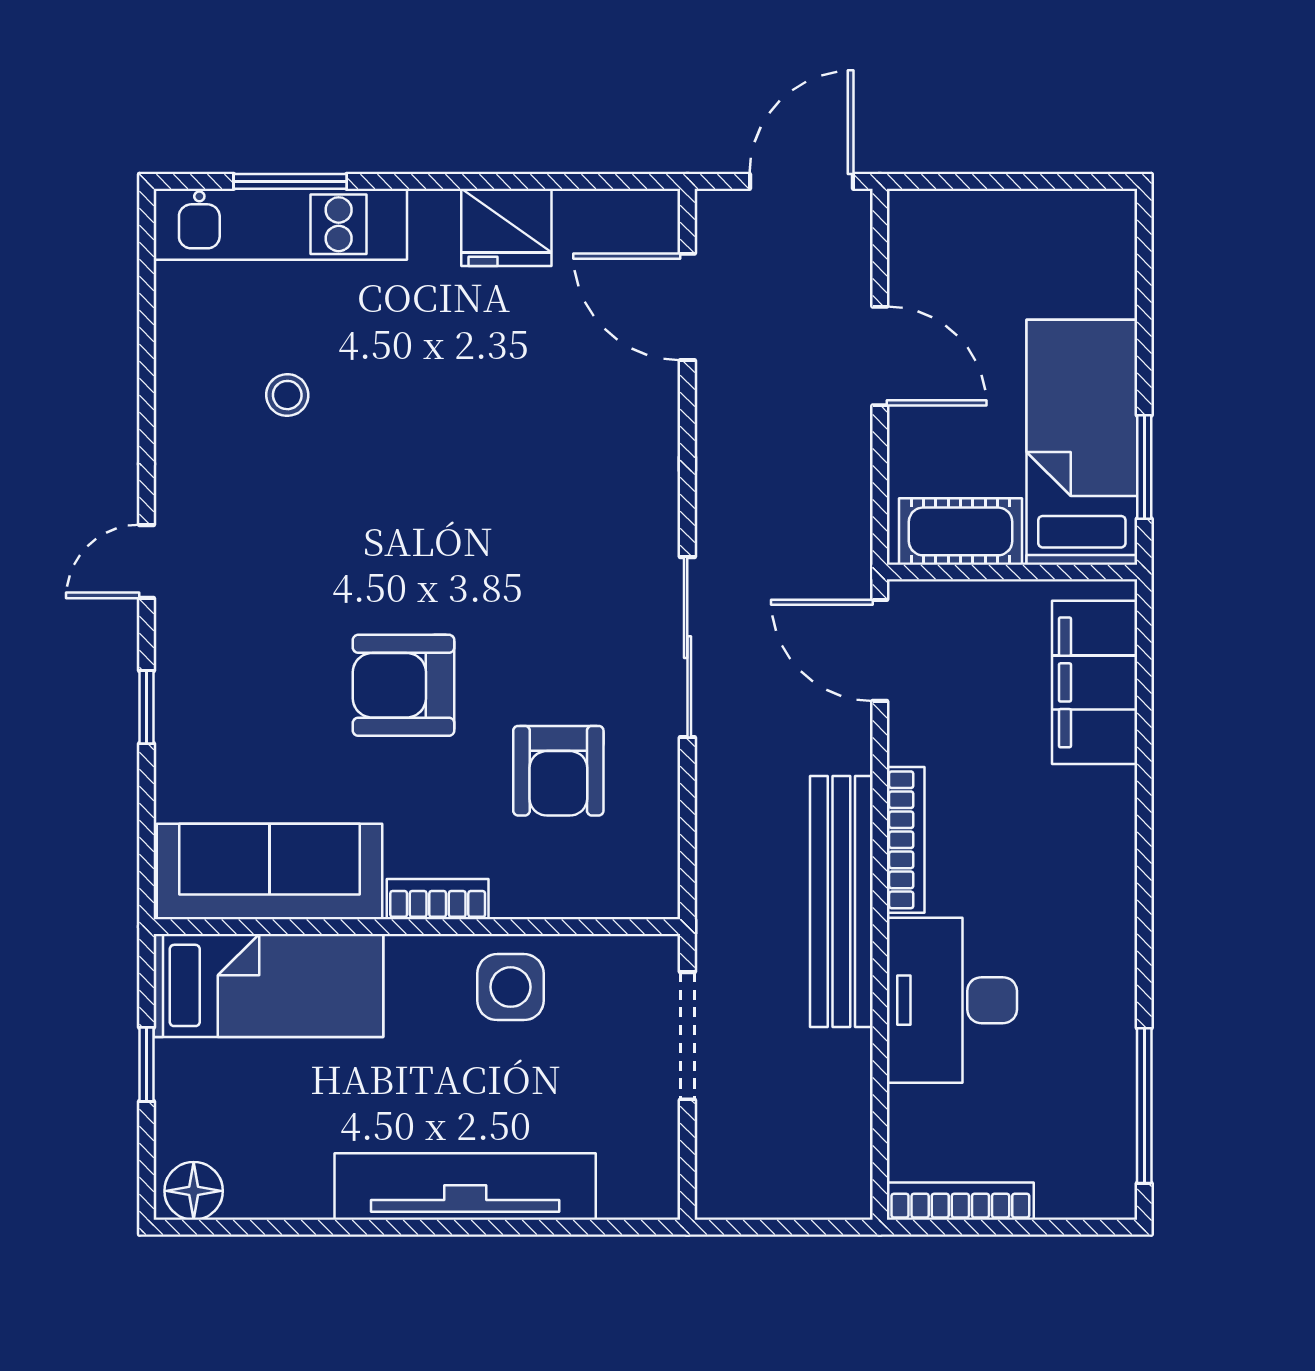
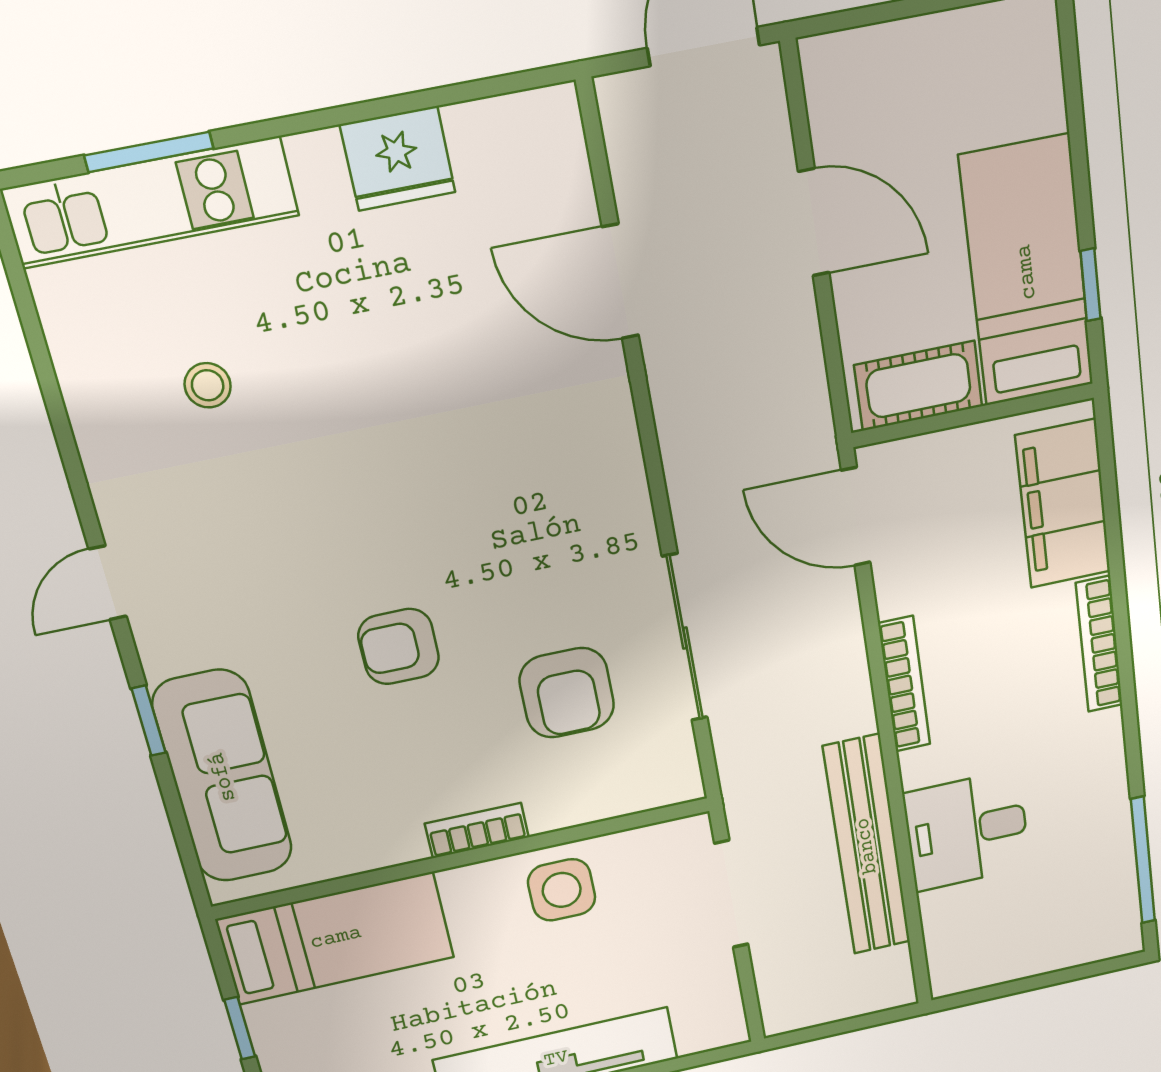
door: (687, 307) -> (620, 282), moved
window: (1144, 467) -> (1091, 285), width x0.67
sliding door: (687, 647) -> (685, 638), moved
armchair: (404, 685) -> (399, 647), width x0.72, depth x0.72
sofa: (269, 872) -> (223, 777), moved, turned 90
bench: (841, 902) -> (867, 846), moved
desk: (952, 1000) -> (967, 831), width x0.73
bookcase: (960, 1201) -> (1099, 644), moved, turned -90

